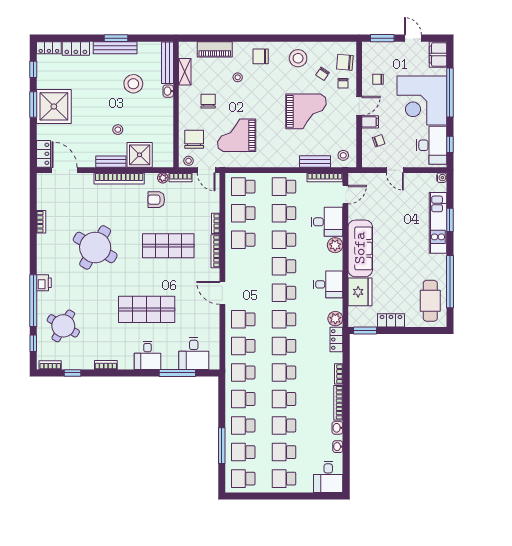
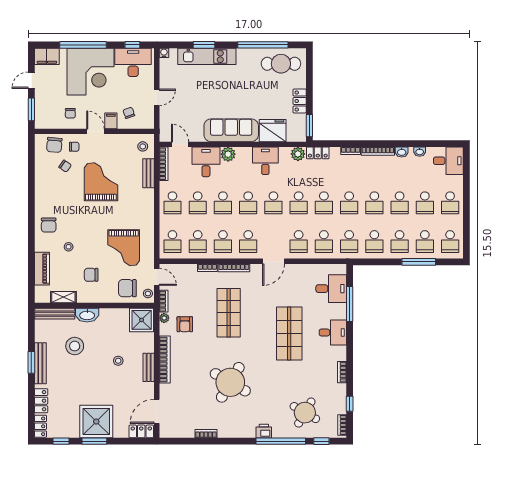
stool: (298, 58) -> (50, 189), removed
washbasin: (168, 91) -> (87, 315), width x1.91, depth x1.45
shower: (140, 155) -> (142, 320), moved
door: (206, 170) -> (157, 277), hinge flipped
school desk: (243, 266) -> (248, 242), added

